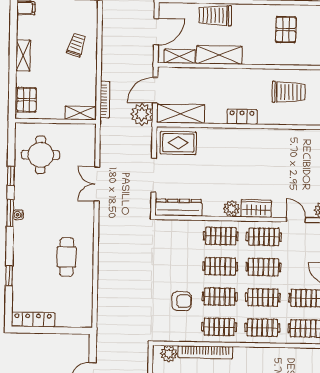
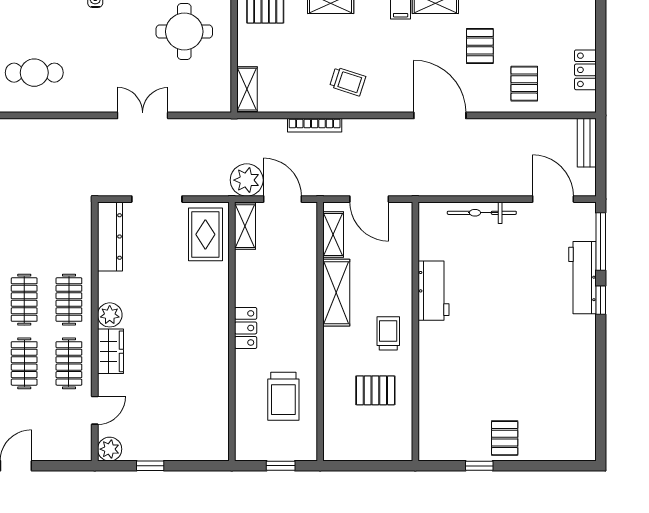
trolley: (215, 16) -> (388, 333), moved, width x0.73, depth x0.72
bookcase: (105, 100) -> (315, 125), moved
shelving: (181, 114) -> (245, 226), width x0.67, depth x0.75

